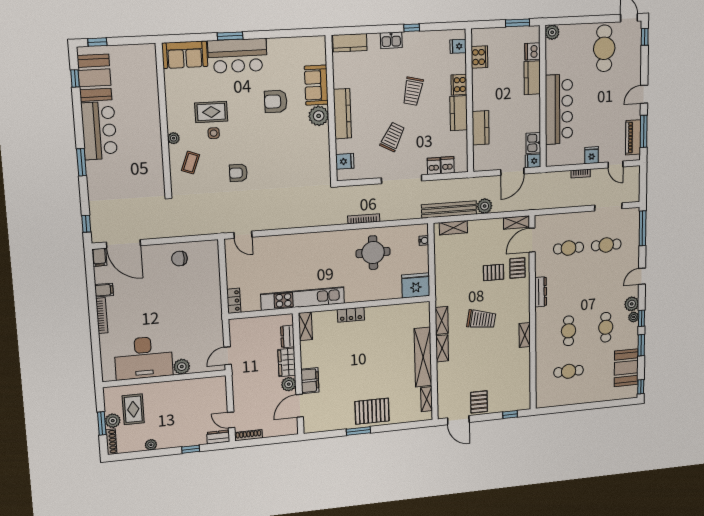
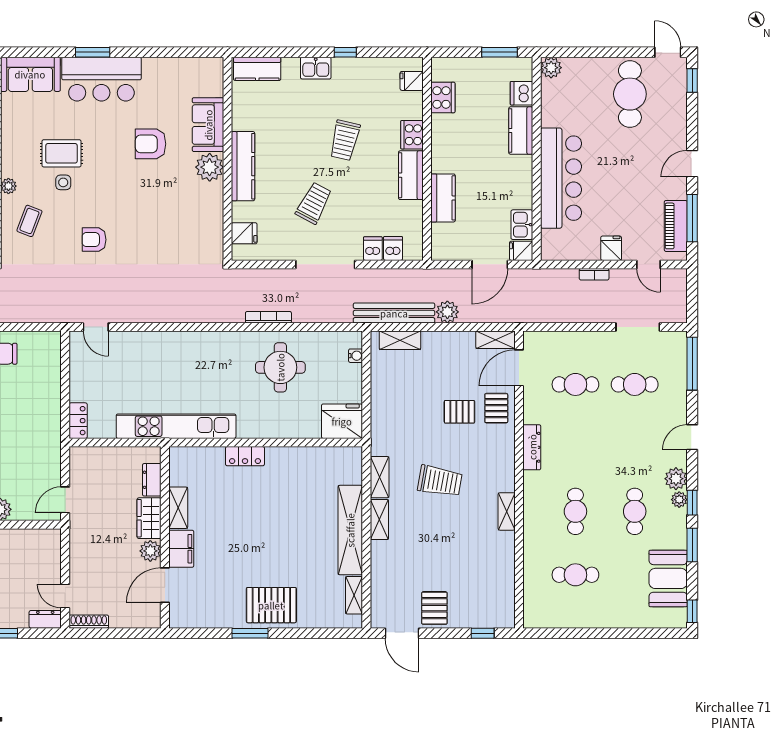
shelving: (305, 326) -> (178, 508), moved

